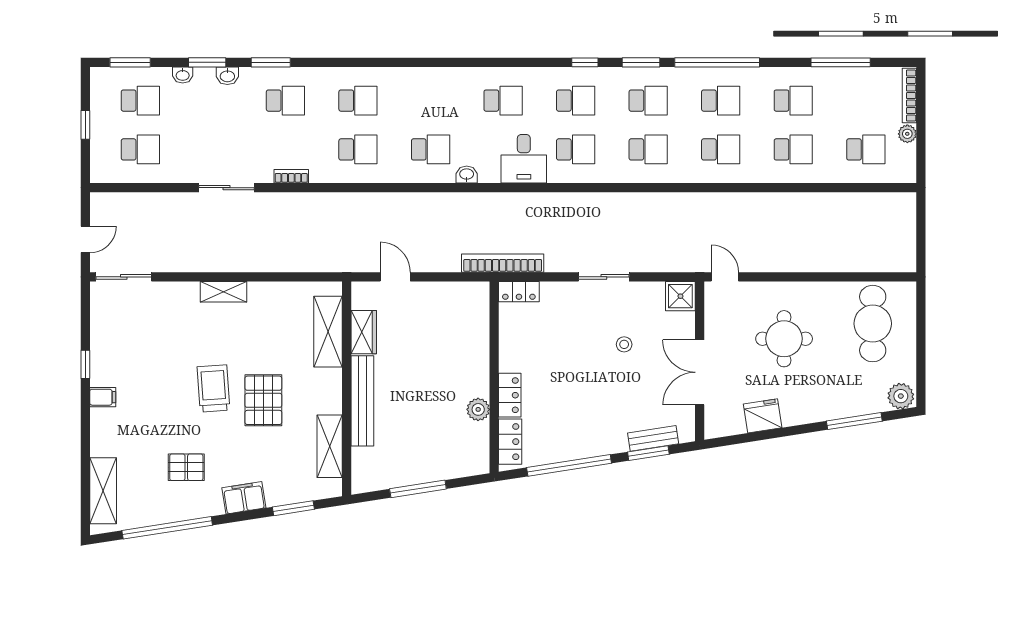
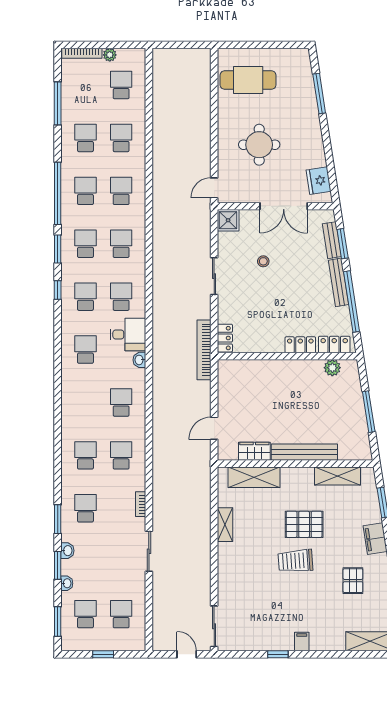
washbasin: (467, 175) -> (139, 360), moved
shelving: (223, 292) -> (225, 525), moved
plant: (901, 396) -> (301, 60), removed
plant: (478, 409) -> (332, 368), moved
fridge: (763, 416) -> (319, 181), moved
bench: (595, 448) -> (339, 282), added

